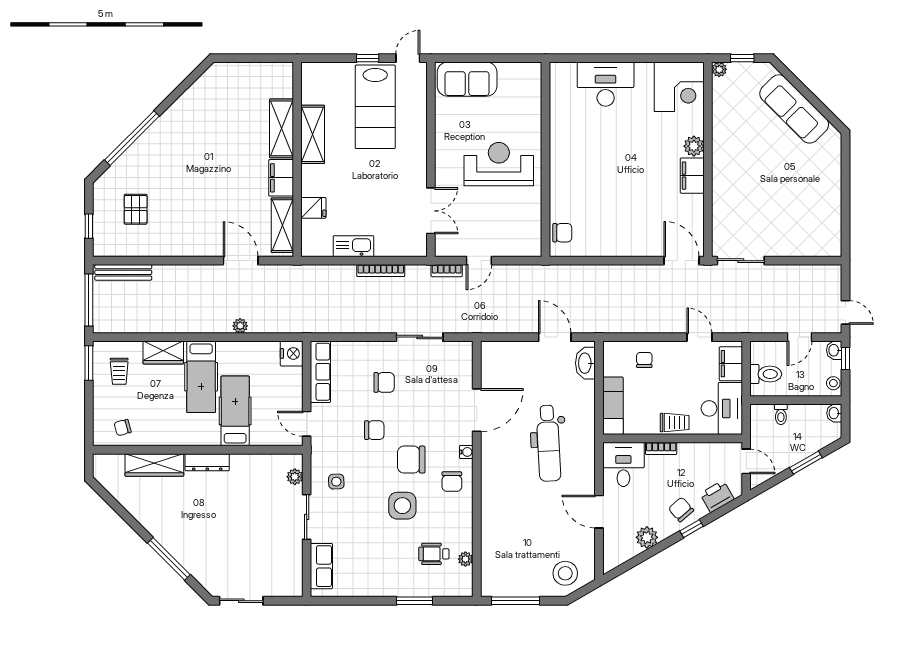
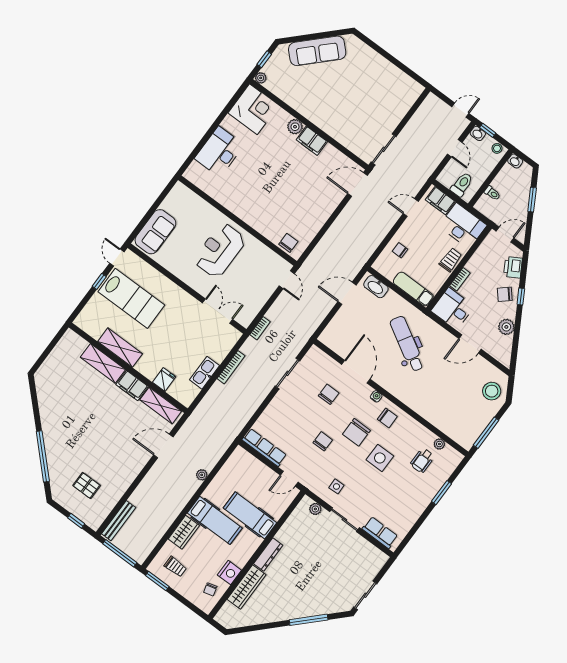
door: (479, 261) -> (287, 280), moved
nightstand: (292, 353) -> (229, 573), moved, turned 90
chair: (384, 382) -> (329, 394), moved
dental chair: (548, 443) -> (407, 344), turned -147

